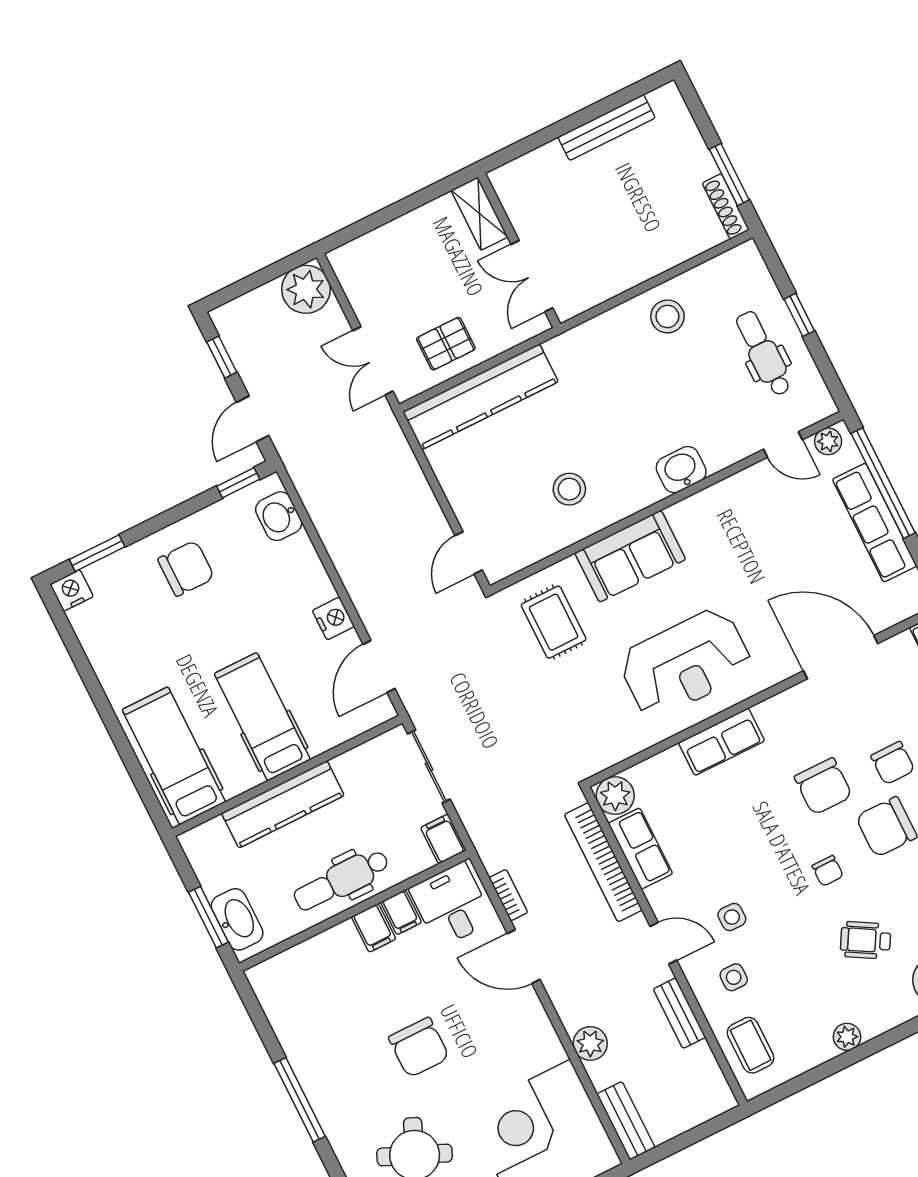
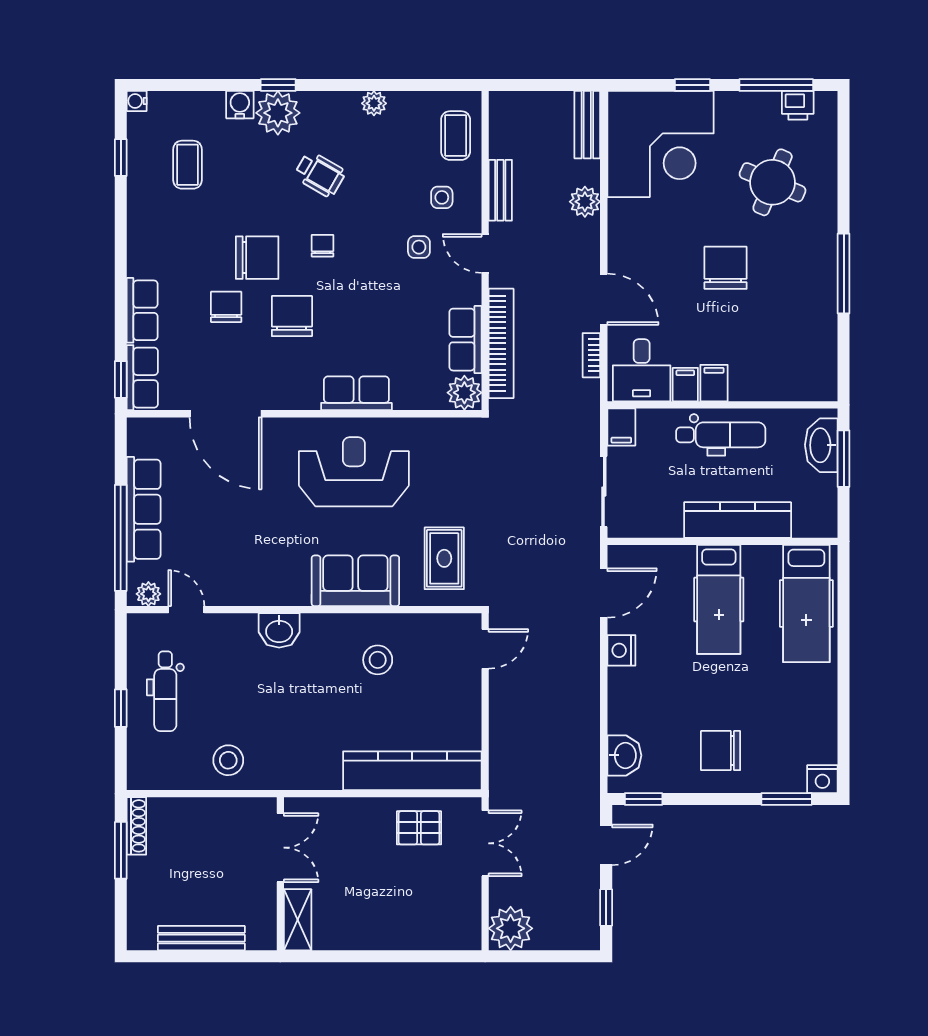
shelving: (479, 214) -> (298, 920), moved
wall: (519, 250) -> (280, 874), moved
double door: (532, 276) -> (280, 848), moved

